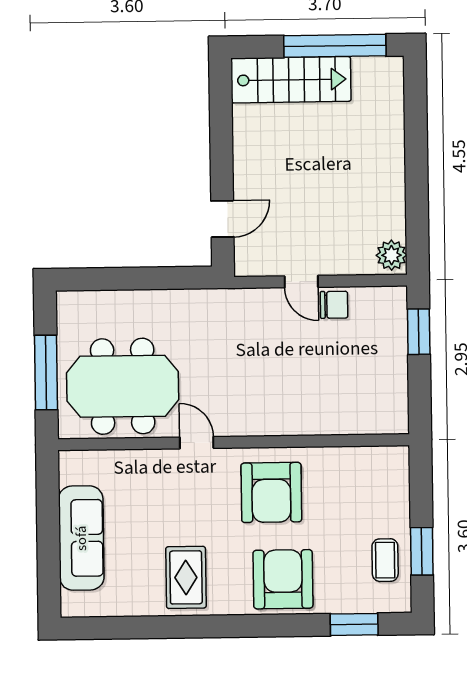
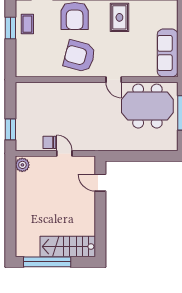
door: (222, 219) -> (100, 183), hinge flipped
armchair: (271, 492) -> (79, 56), turned -75
sofa: (81, 538) -> (168, 53), moved

